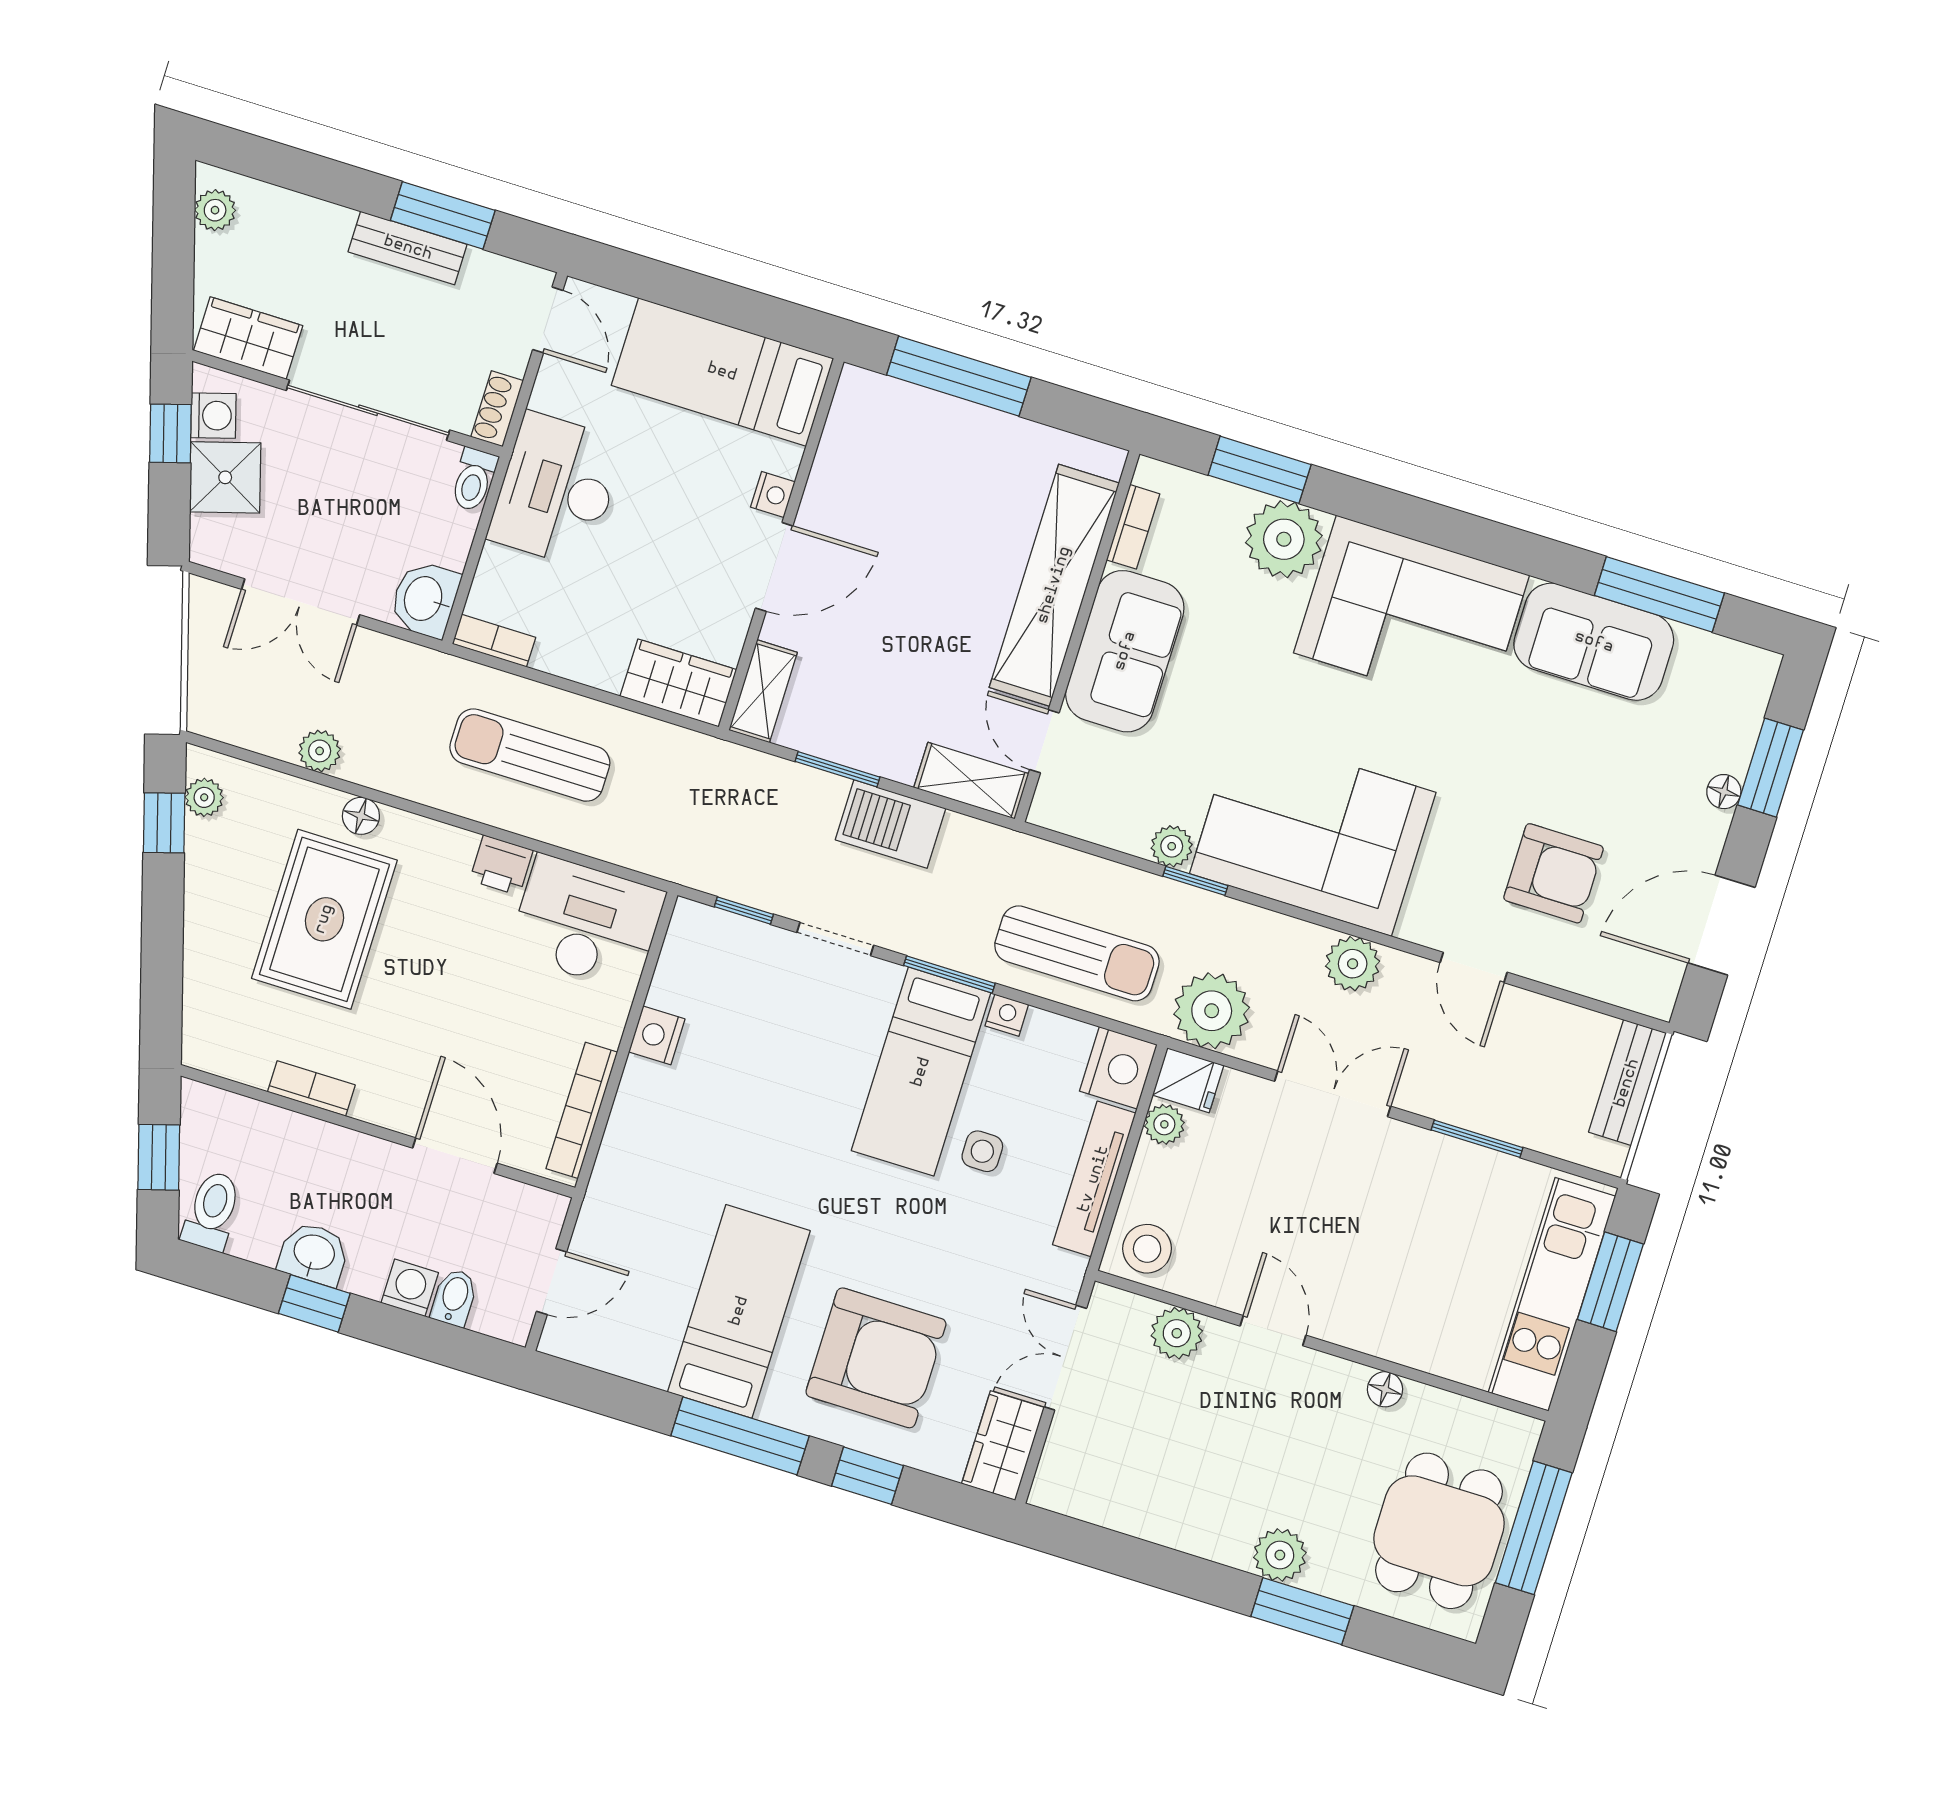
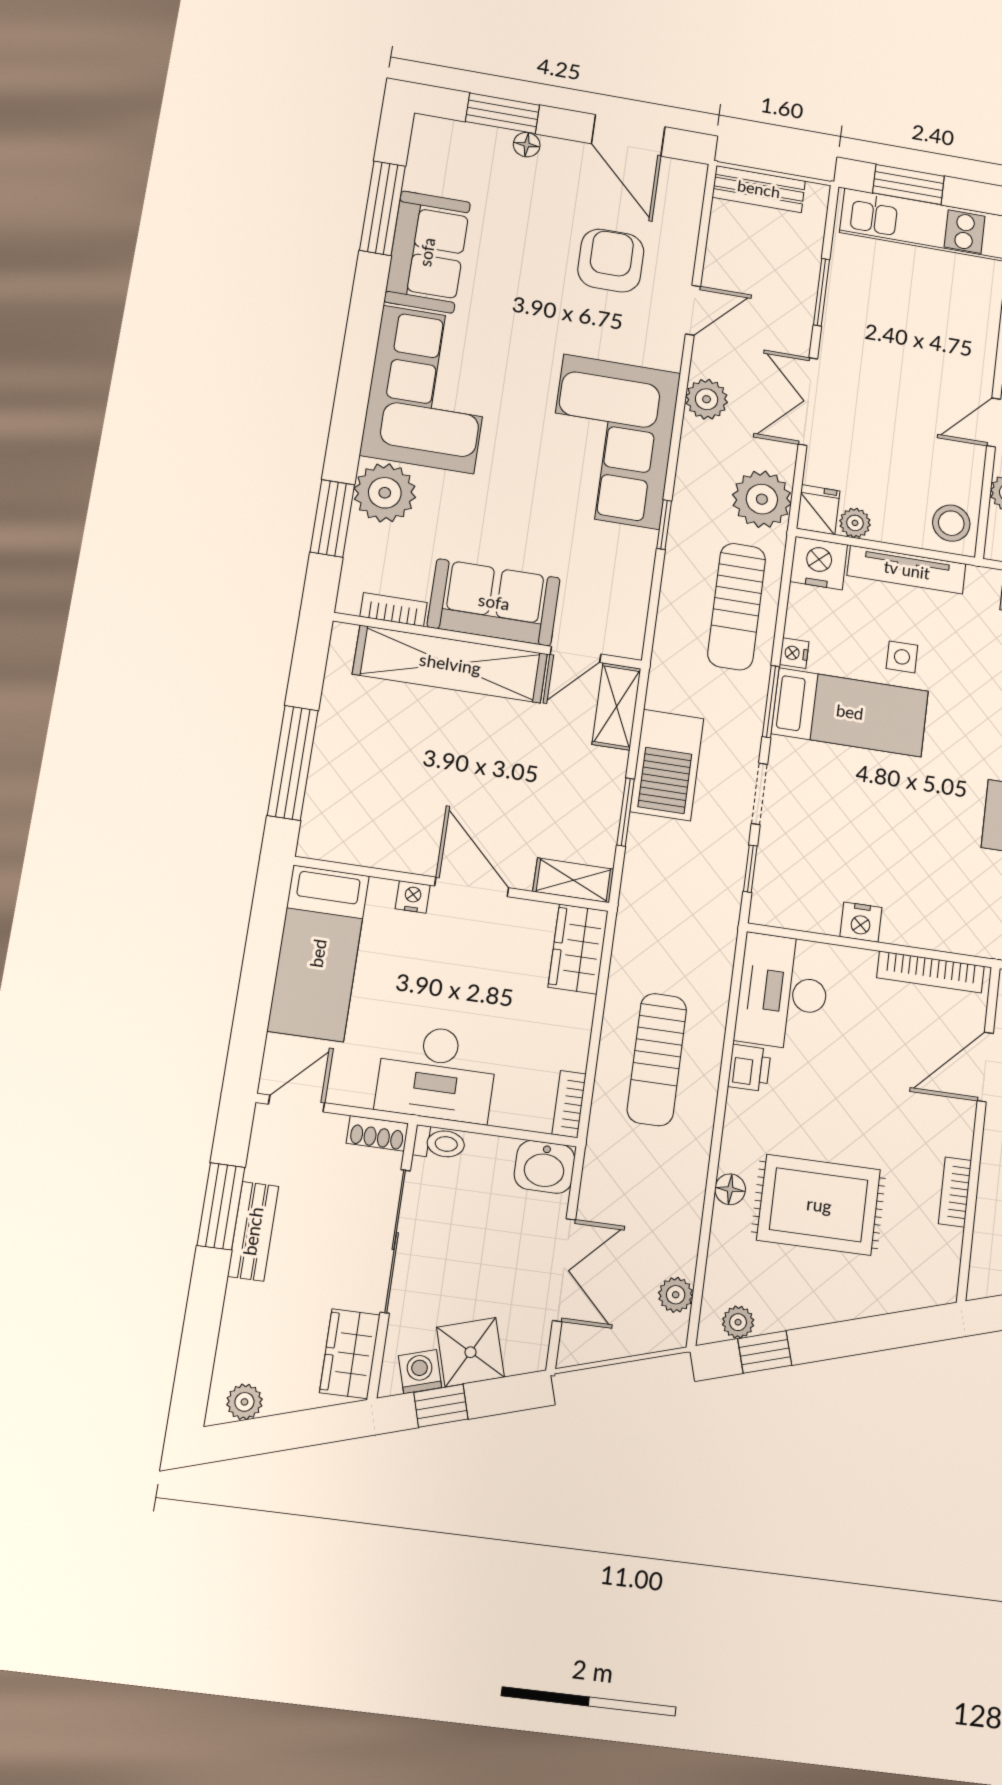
plant: (320, 751) -> (676, 1295), moved
barbecue: (891, 824) -> (667, 765), width x1.37, depth x1.21
plant: (1172, 846) -> (641, 546), removed
sun lounger: (1077, 953) -> (737, 607), turned 180

